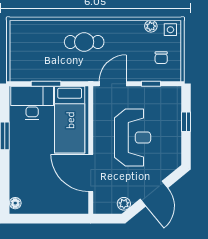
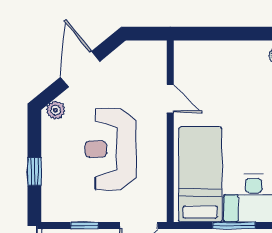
door: (91, 173) -> (170, 99), width x0.53
plant: (124, 204) -> (56, 110), moved

